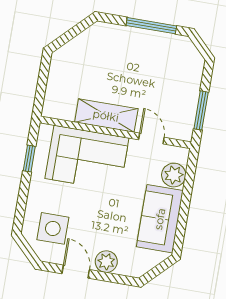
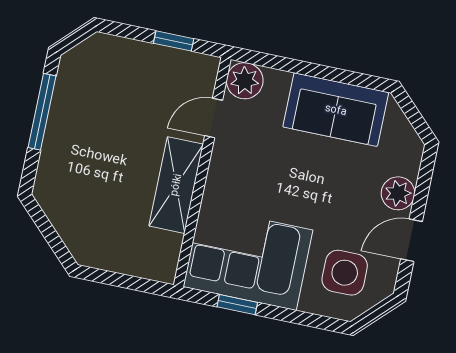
window: (201, 110) -> (174, 41), width x0.67
corner sofa: (87, 158) -> (248, 258), moved, turned -90
plant: (174, 175) -> (245, 81), moved

